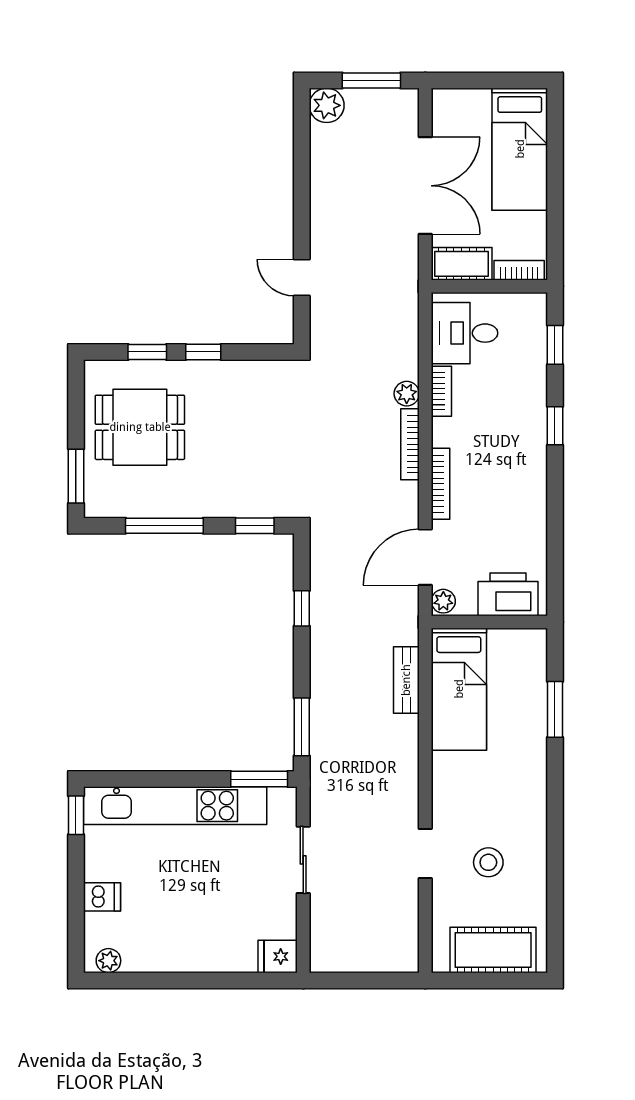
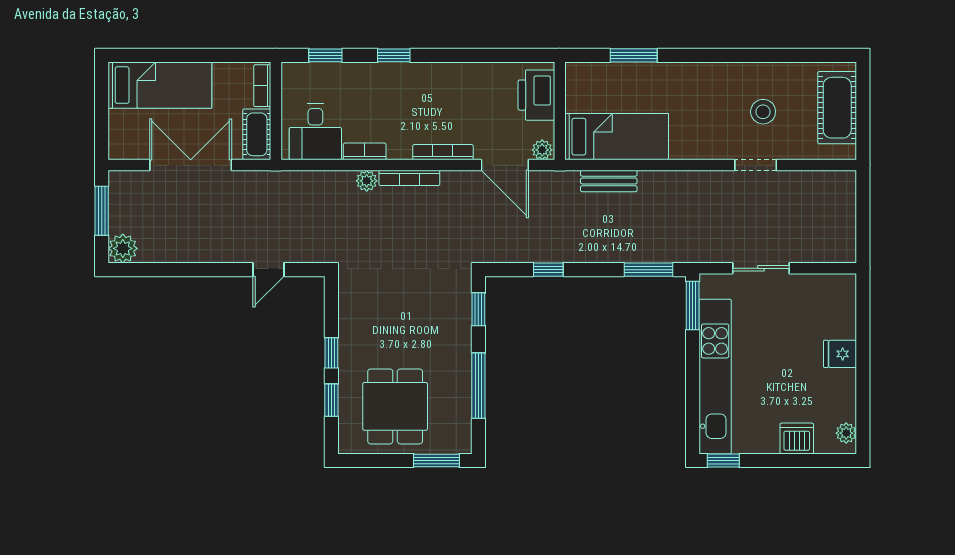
dishwasher: (102, 897) -> (797, 439), width x1.38
fridge: (278, 956) -> (840, 354), moved, turned 90

